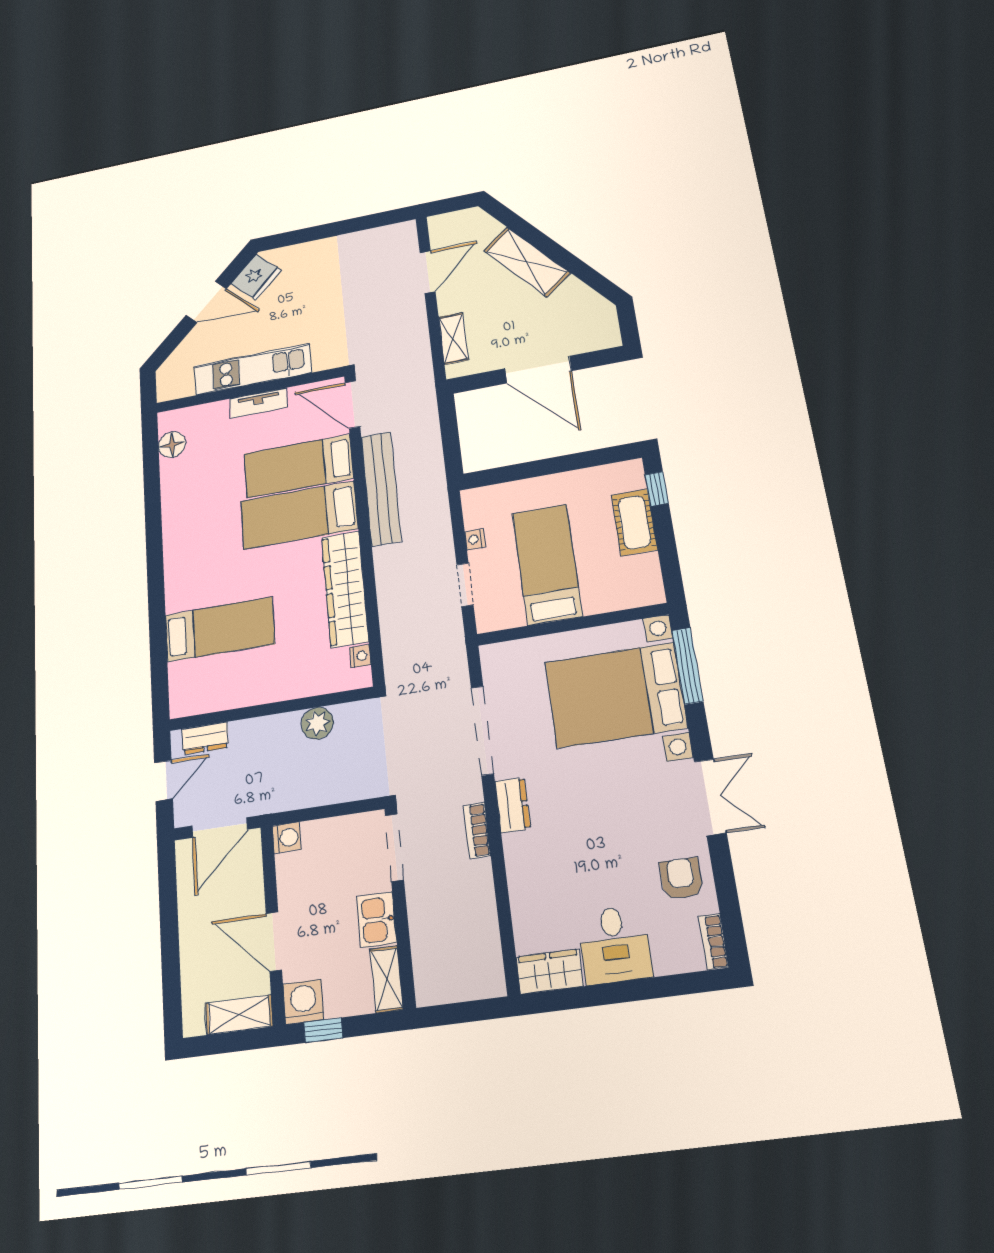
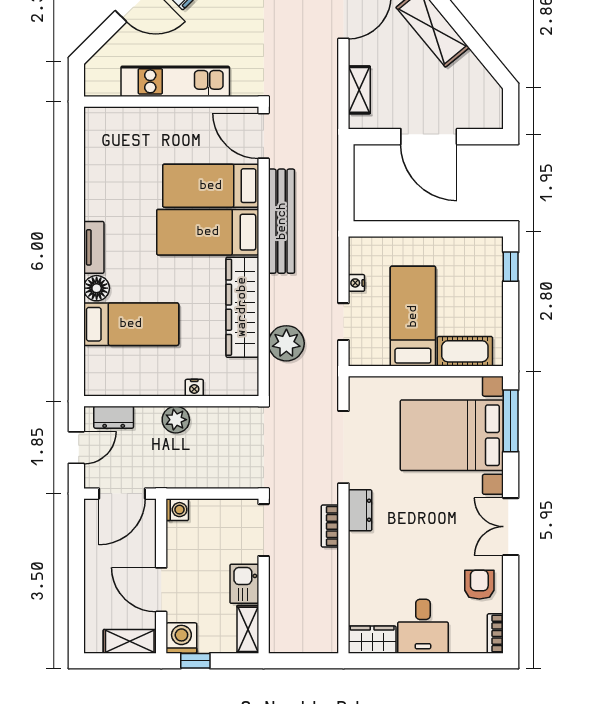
tv unit: (259, 403) -> (94, 247), moved, turned -90
floor lamp: (172, 445) -> (97, 288), moved
cot: (634, 522) -> (465, 351), moved, turned 90
plant: (400, 621) -> (286, 343), added
nightstand: (360, 656) -> (194, 388), moved, turned 90
plant: (317, 723) -> (176, 420), moved
double door: (710, 797) -> (511, 527), swing flipped

